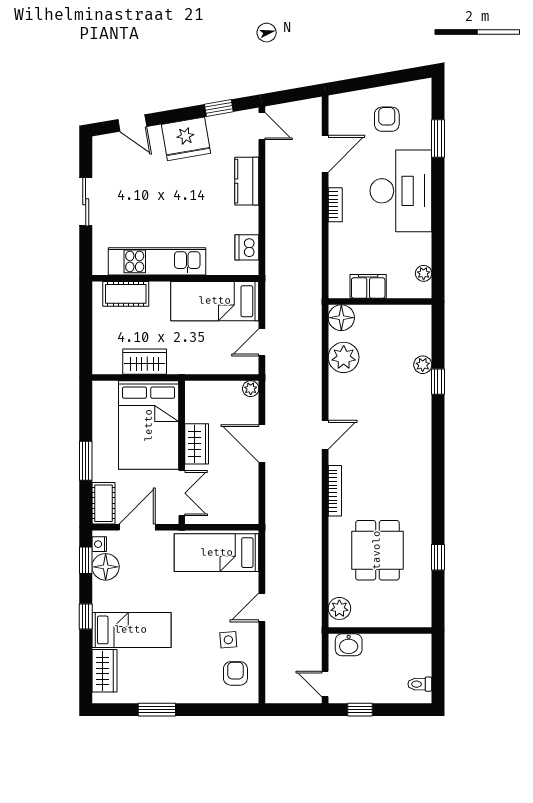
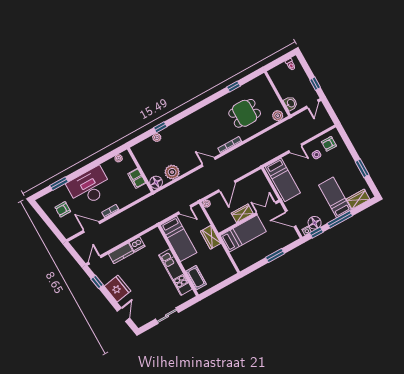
dishwasher: (247, 247) -> (137, 244), moved
wardrobe: (145, 362) -> (211, 237), moved
bed: (149, 425) -> (243, 234), width x0.67
cot: (103, 503) -> (289, 238), removed
window: (86, 617) -> (340, 219), width x2.17

